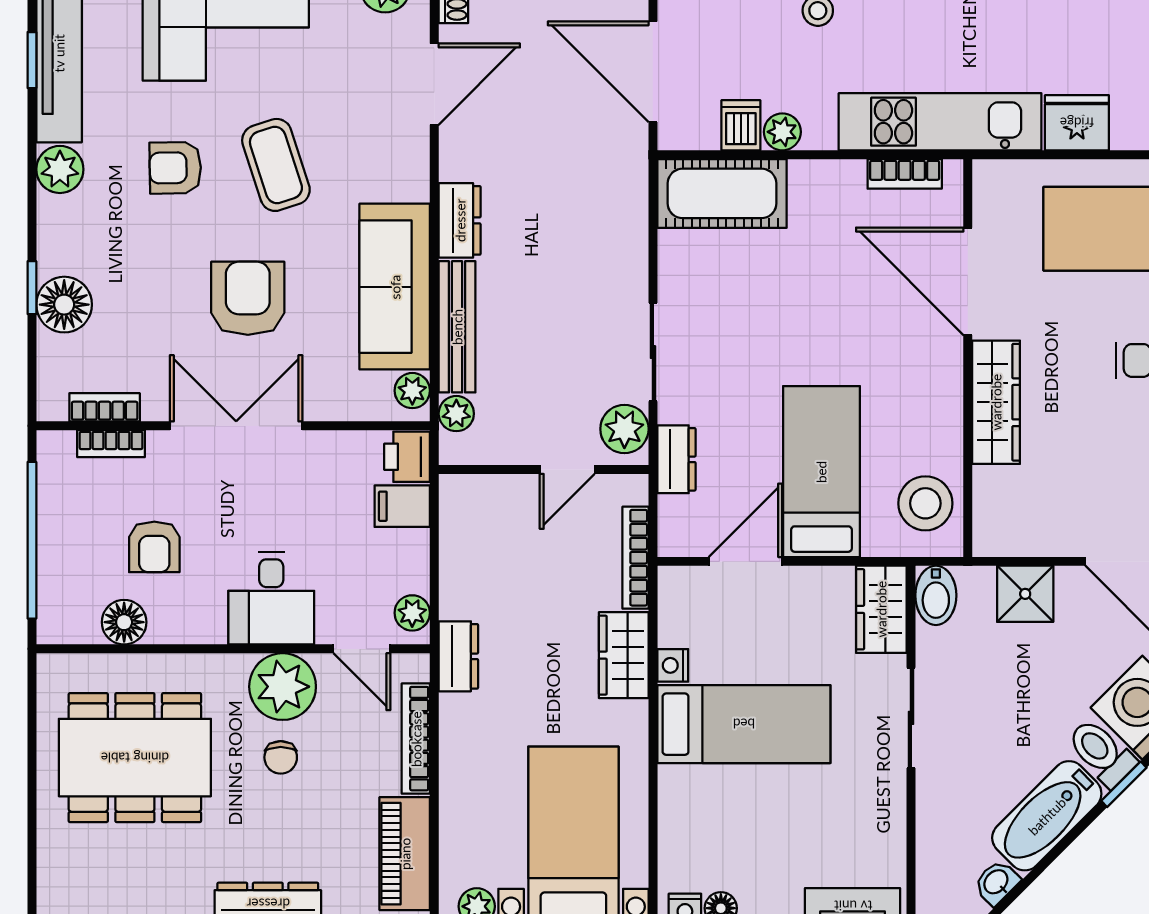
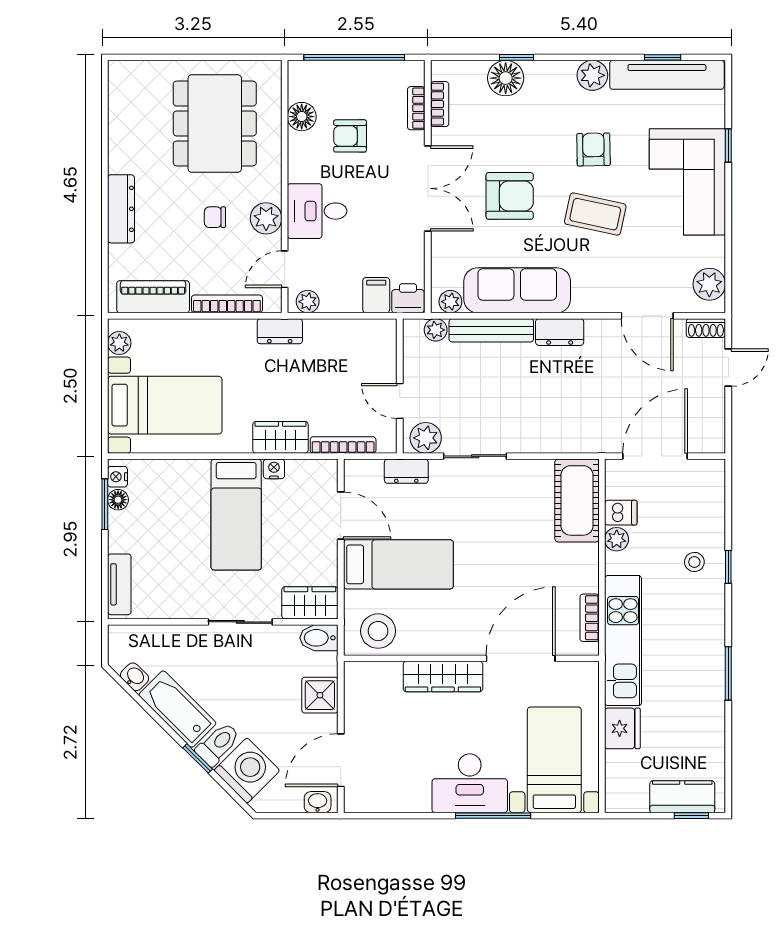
coffee table: (276, 165) -> (595, 214), turned 30
plant: (283, 687) -> (266, 218), width x0.73, depth x0.73

